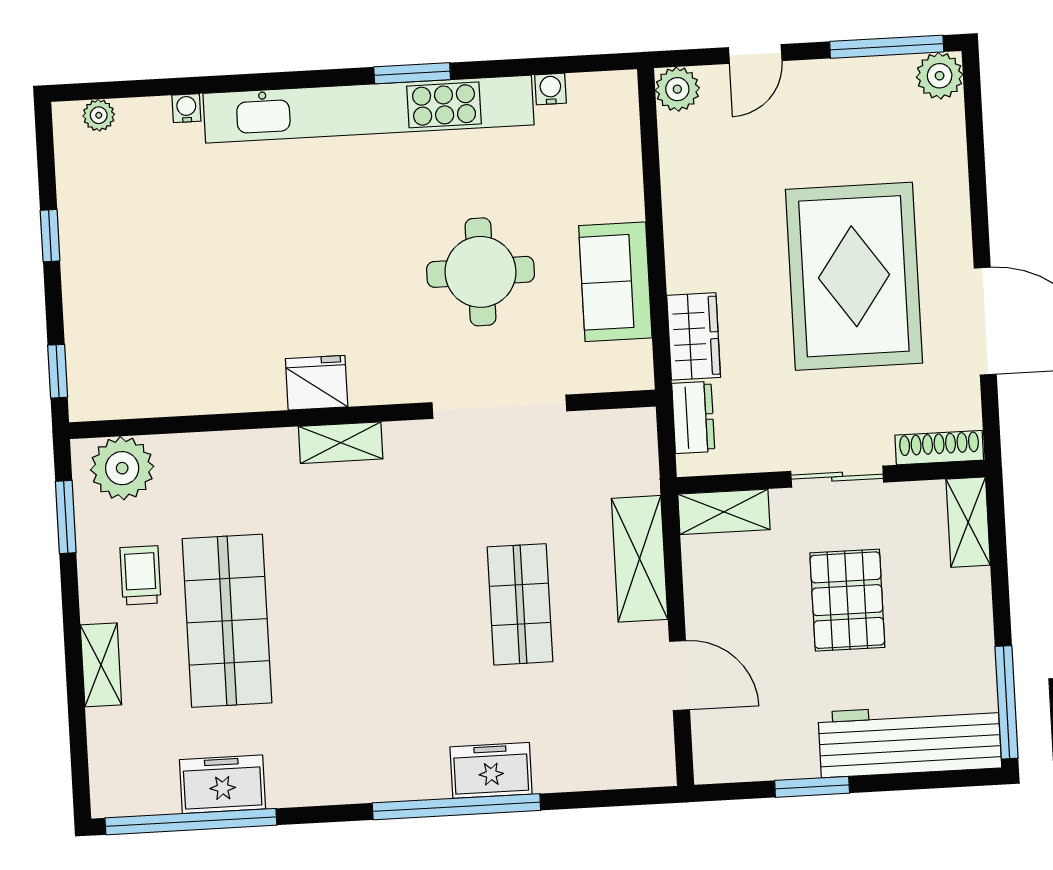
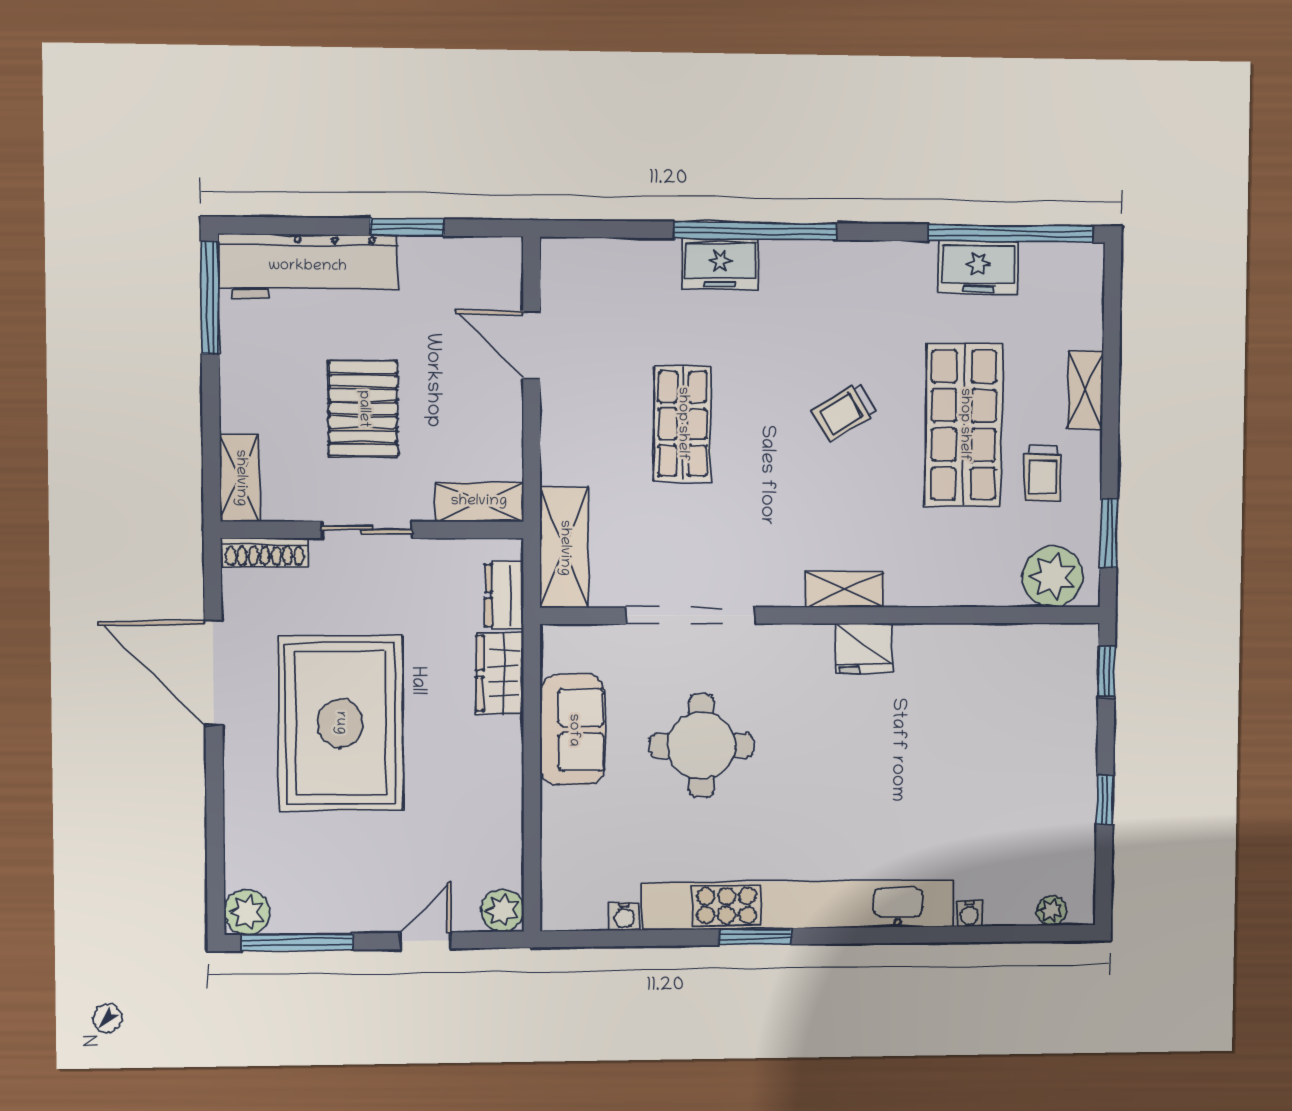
shelving: (640, 559) -> (564, 548), moved
trolley: (353, 626) -> (844, 412), added

